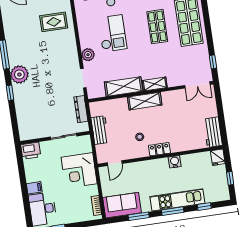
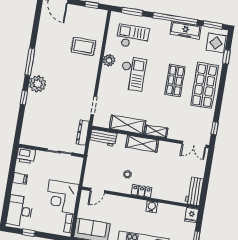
plant: (88, 55) -> (109, 60), moved
workbench: (100, 130) -> (103, 138), moved, turned 90
corner desk: (79, 170) -> (62, 197), moved
filing cabinet: (34, 188) -> (20, 179), moved

